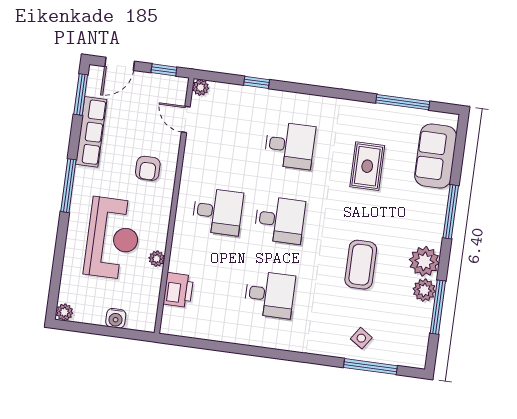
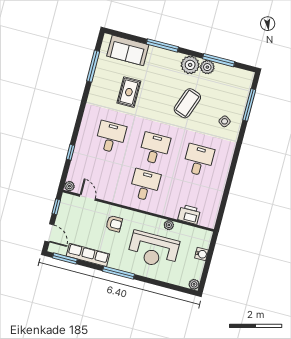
door: (186, 119) -> (87, 197), swing flipped
rug: (367, 166) -> (129, 92), turned 90
reception desk: (113, 238) -> (153, 250), turned 180
coffee table: (361, 265) -> (187, 103), turned -70
side table: (361, 338) -> (225, 121), moved

